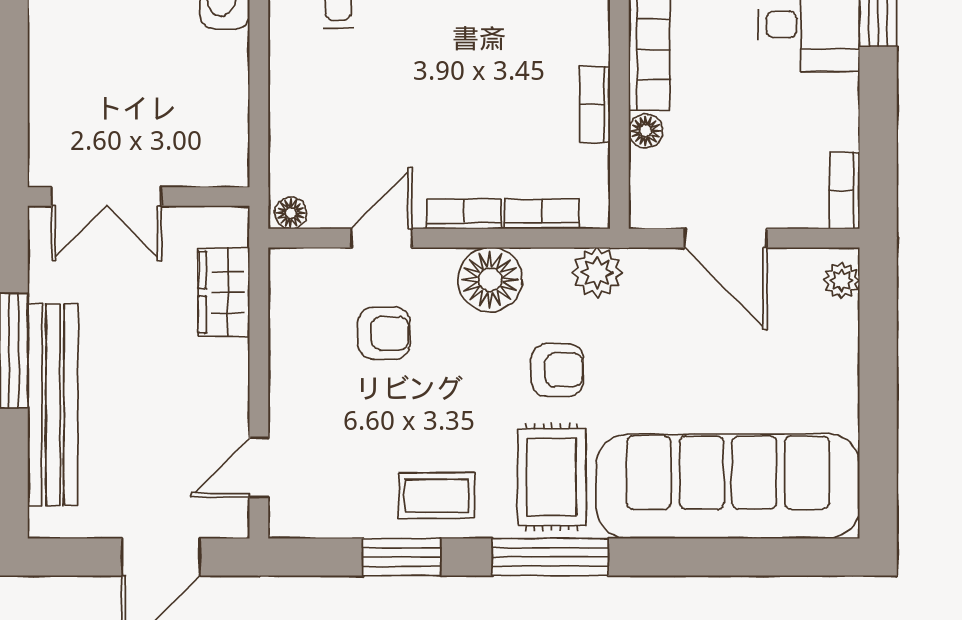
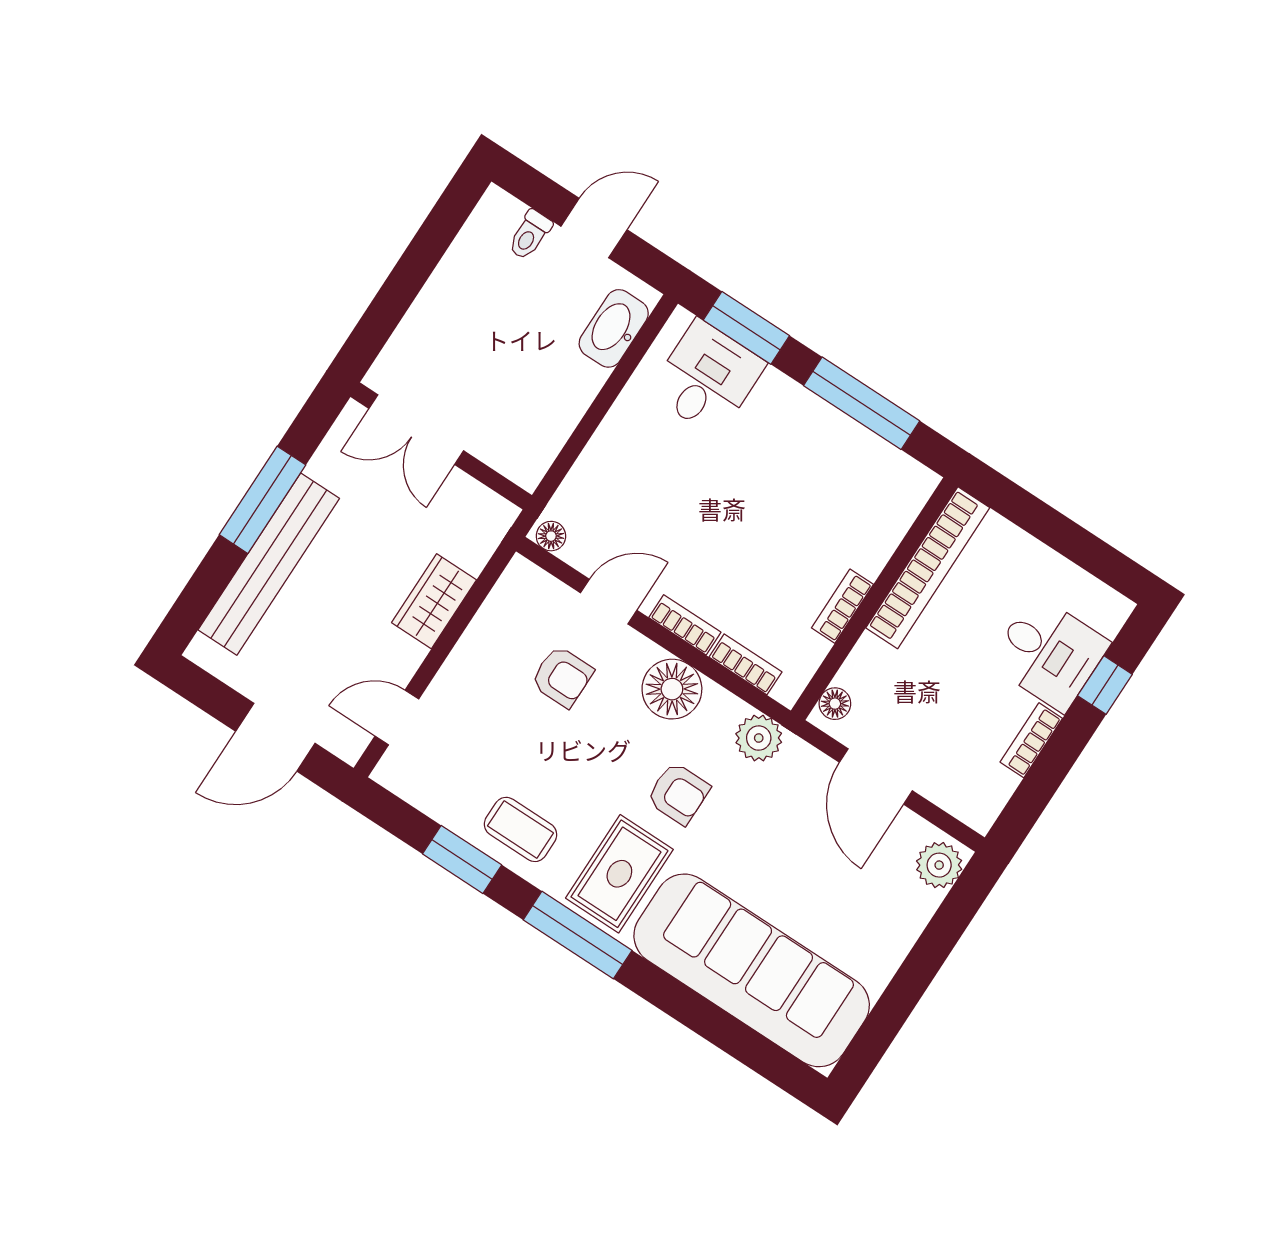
floor lamp: (646, 131) -> (835, 704), moved
bookcase: (844, 191) -> (1031, 740), moved
plant: (842, 281) -> (939, 865), width x1.38, depth x1.38
wardrobe: (224, 292) -> (434, 601), moved

